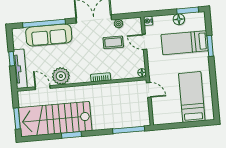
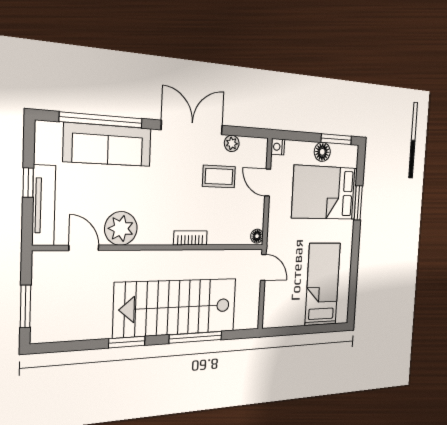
bed: (185, 43) -> (325, 193), width x1.50
stairs: (55, 119) -> (176, 307), moved
window: (129, 130) -> (196, 337), moved

